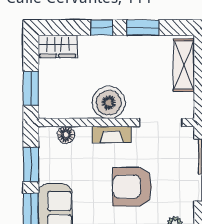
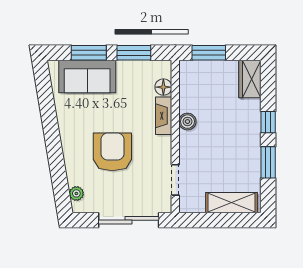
boiler: (109, 103) -> (187, 122), width x0.54, depth x0.54
doorway: (161, 122) -> (175, 180), width x0.73
fireplace: (112, 134) -> (164, 116), moved

